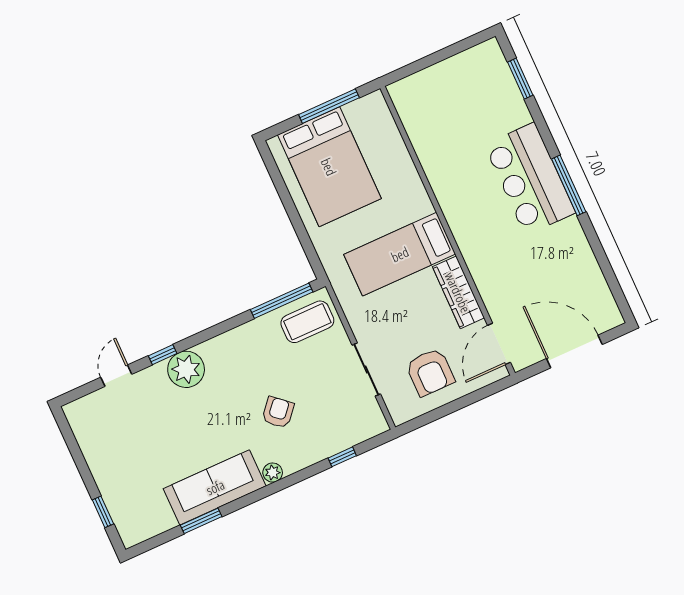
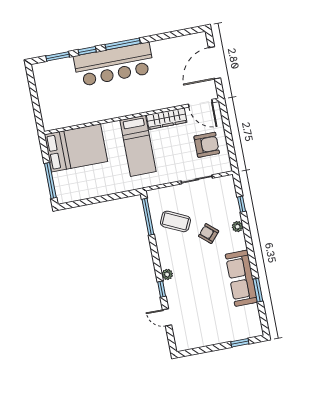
window: (329, 106) -> (50, 180), moved
window: (542, 127) -> (87, 51), added
bed: (329, 167) -> (76, 148), moved
bar counter: (530, 179) -> (114, 64), width x1.36
coffee table: (307, 322) -> (175, 221), moved, turned -65
plant: (186, 369) -> (167, 274), width x0.53, depth x0.53
plant: (273, 473) -> (237, 227), moved

